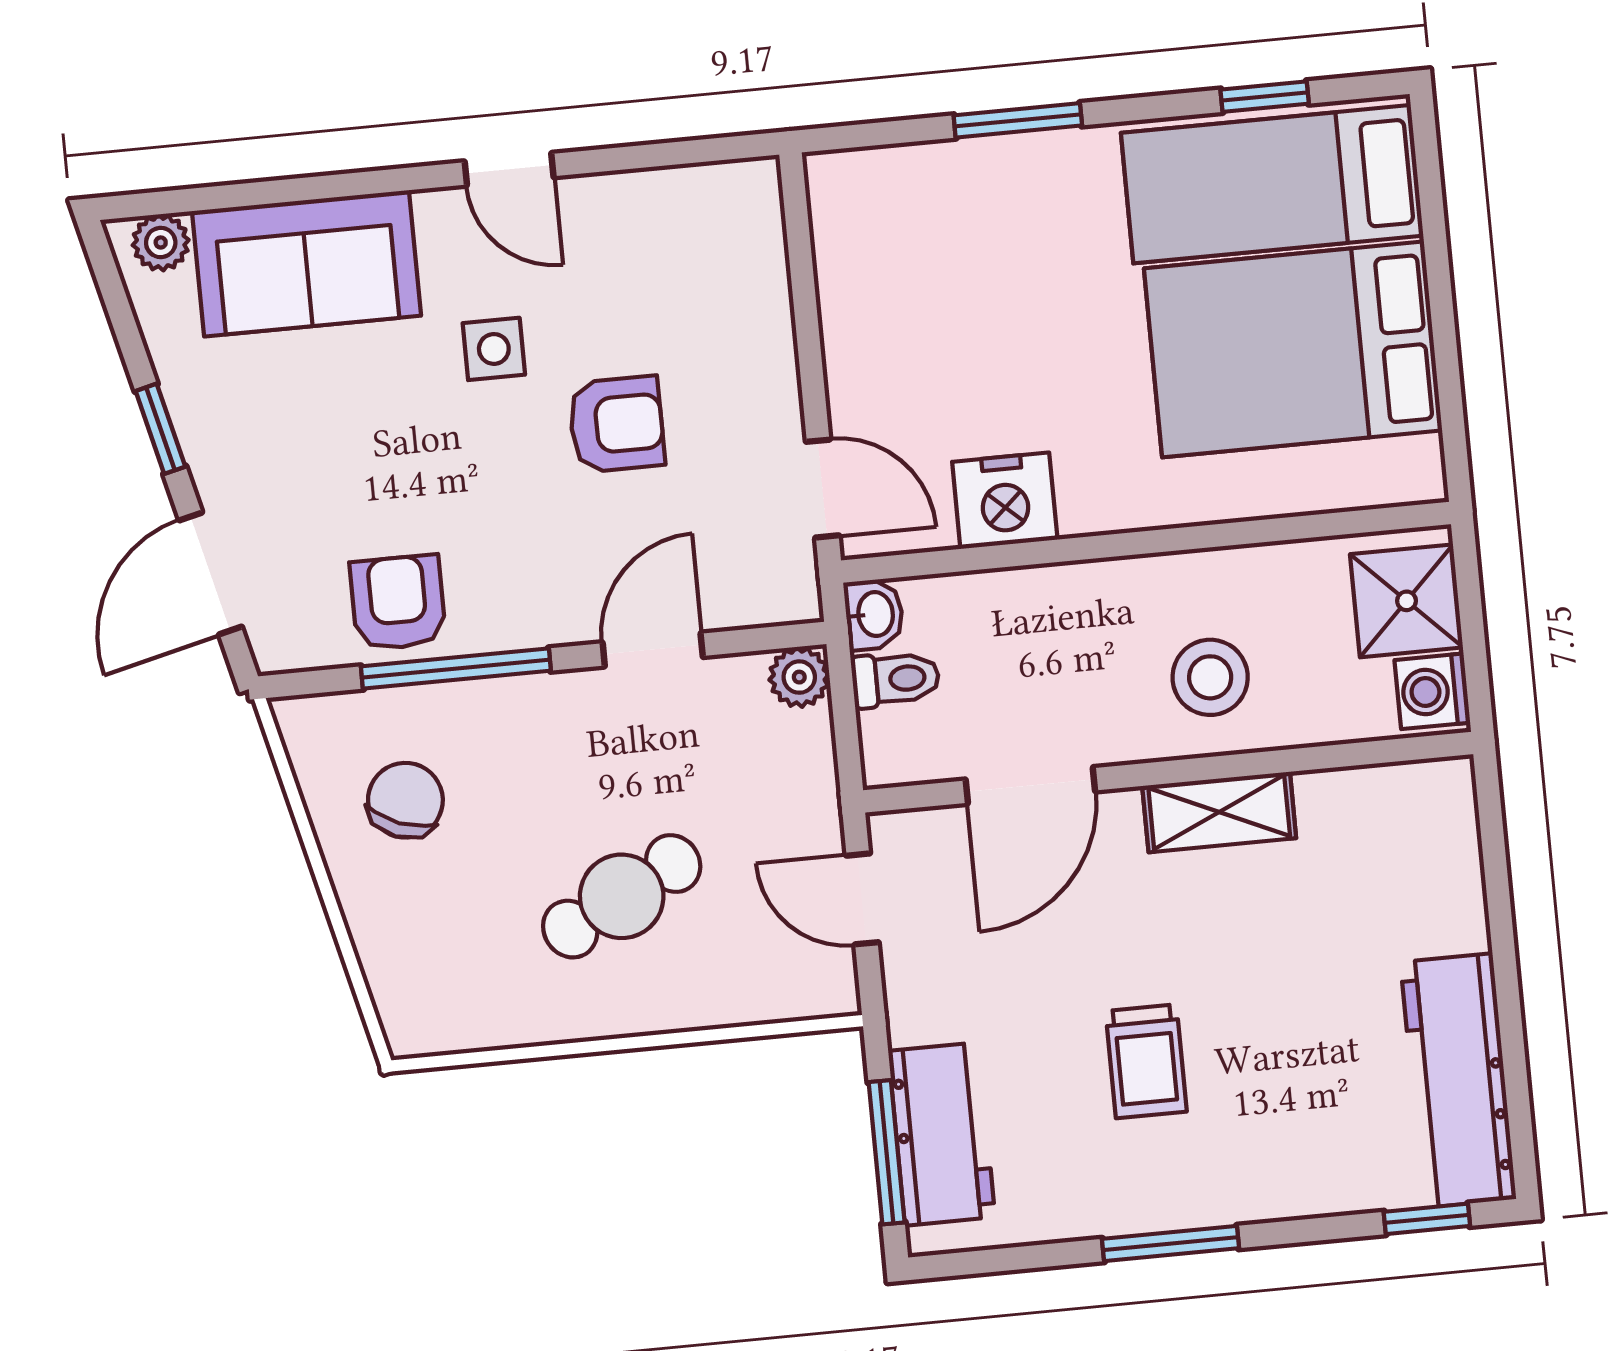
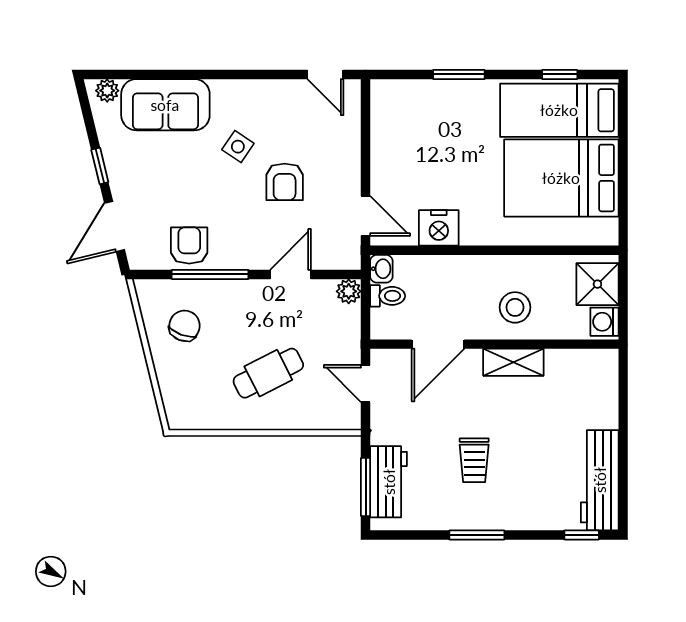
door: (509, 169) -> (325, 74), moved
side table: (494, 349) -> (238, 147), turned 34
armchair: (616, 424) -> (285, 182), turned 90

